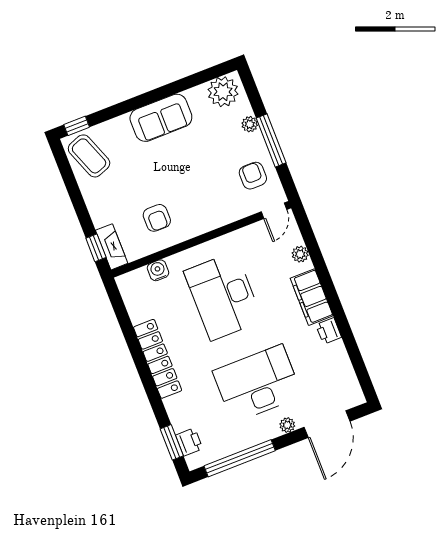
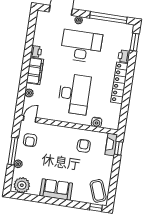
desk: (257, 384) -> (81, 46), turned 180
printer: (189, 442) -> (124, 56), moved

